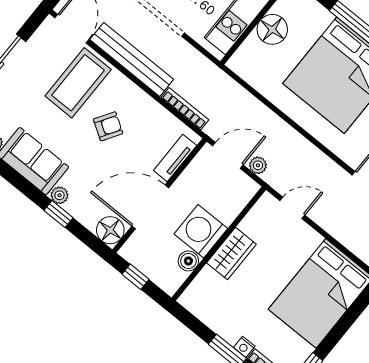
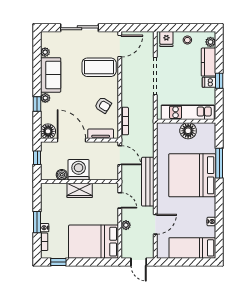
bench: (132, 59) -> (148, 182), moved
armchair: (108, 126) -> (103, 105), moved
plant: (258, 165) -> (126, 225), moved

